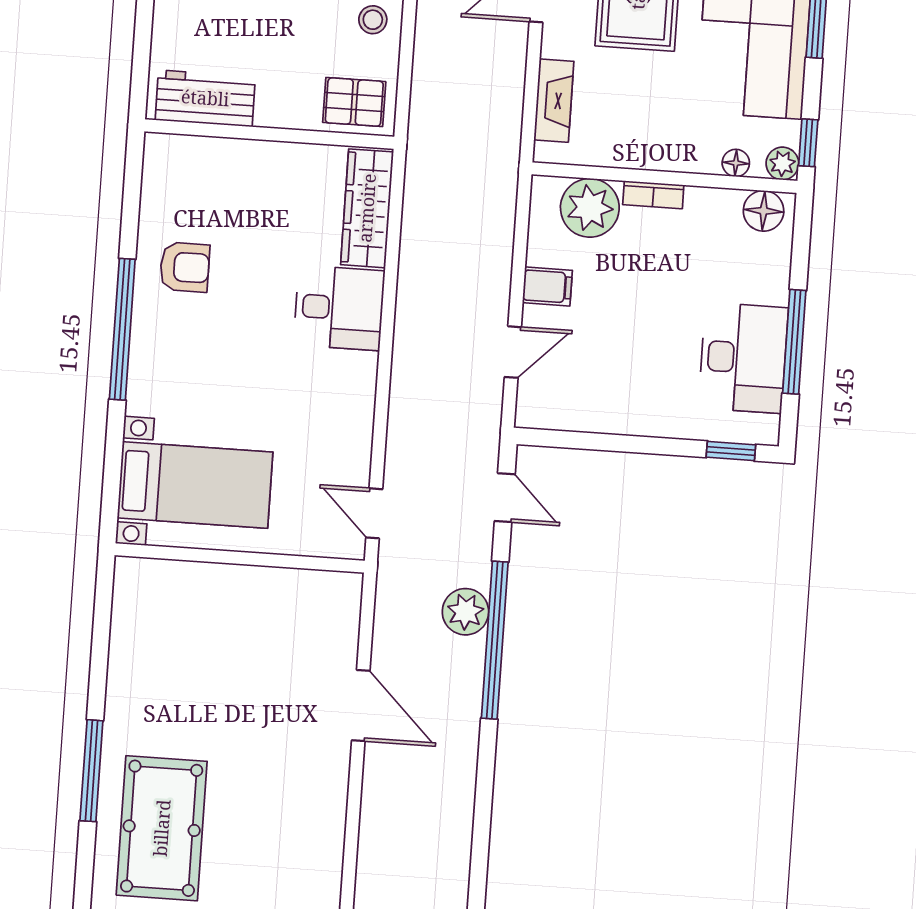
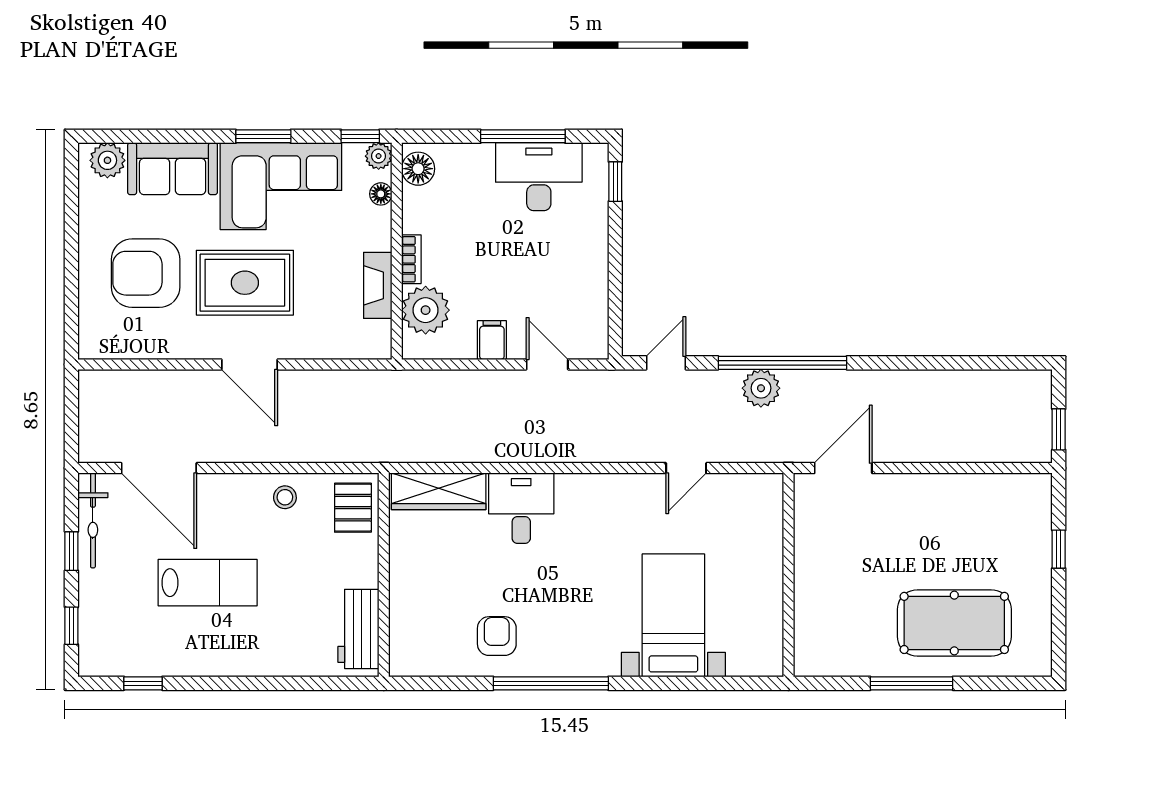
fireplace: (554, 101) -> (378, 285), moved, turned -90
wall: (240, 558) -> (788, 575), moved

